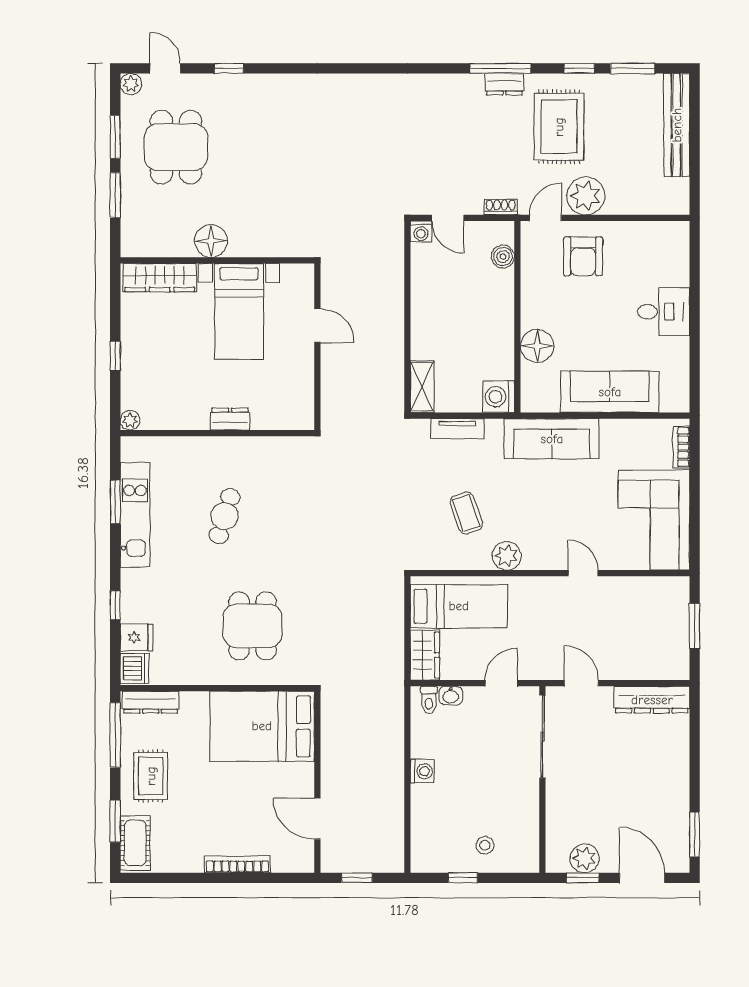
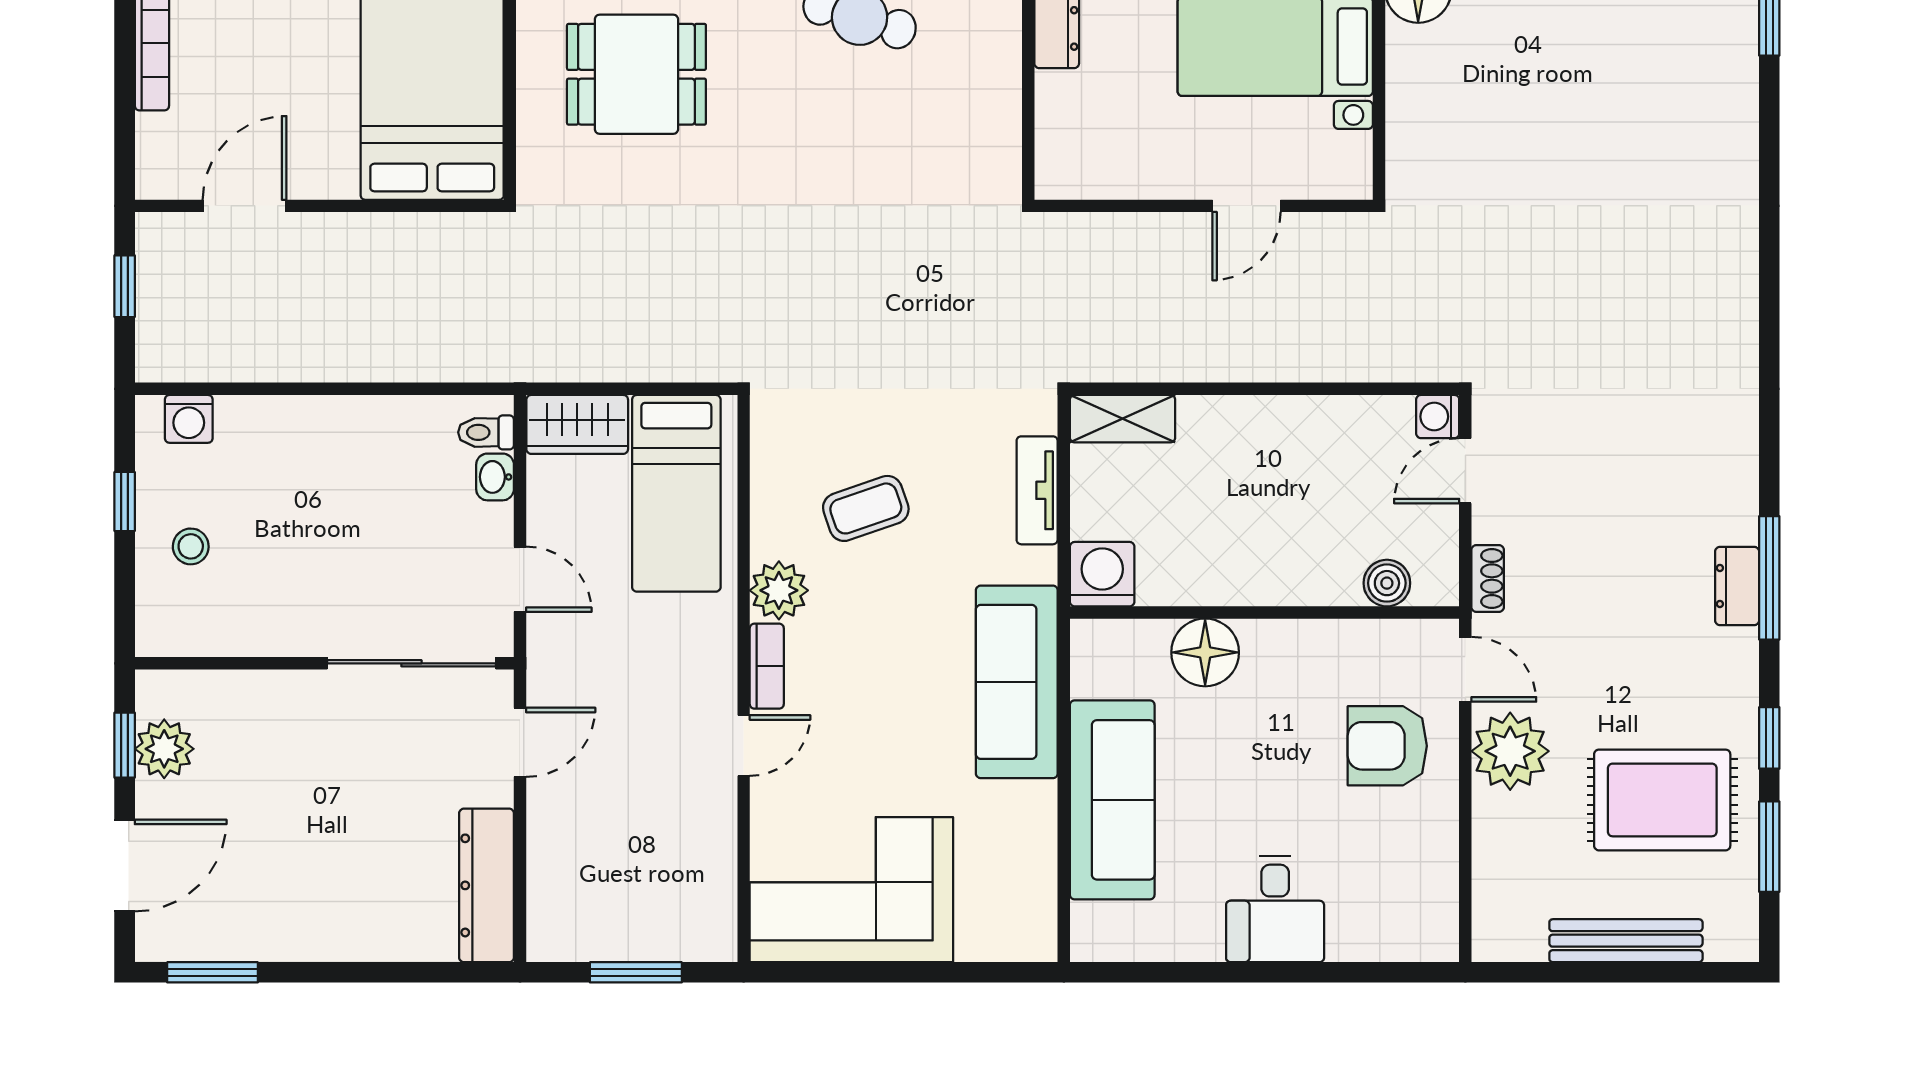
bench: (677, 125) -> (1626, 941), width x0.73, depth x0.82
rug: (559, 127) -> (1662, 800), moved
bookcase: (681, 447) -> (767, 666), moved, turned 90
washing machine: (422, 771) -> (189, 419), moved

